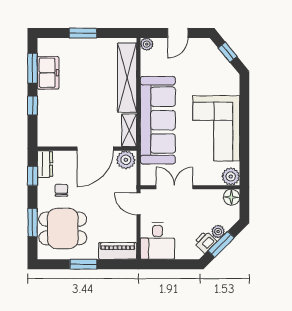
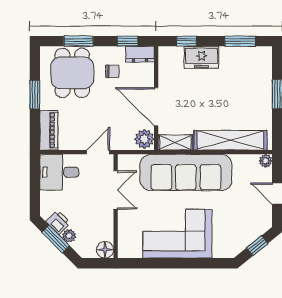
freezer: (48, 73) -> (201, 57), moved
window: (33, 105) -> (187, 41), moved
plant: (231, 176) -> (127, 249), removed

